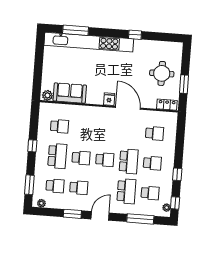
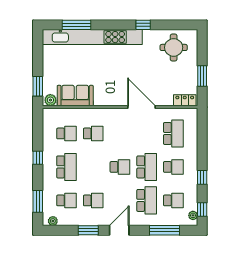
round table: (162, 73) -> (174, 47), moved
window: (37, 82) -> (38, 86), added
fridge: (109, 99) -> (120, 99), removed
school desk: (155, 133) -> (173, 133), width x1.85
school desk: (81, 158) -> (93, 133), moved

